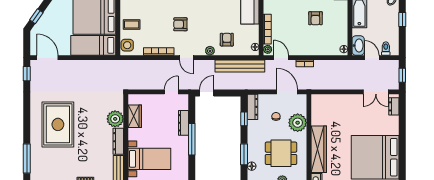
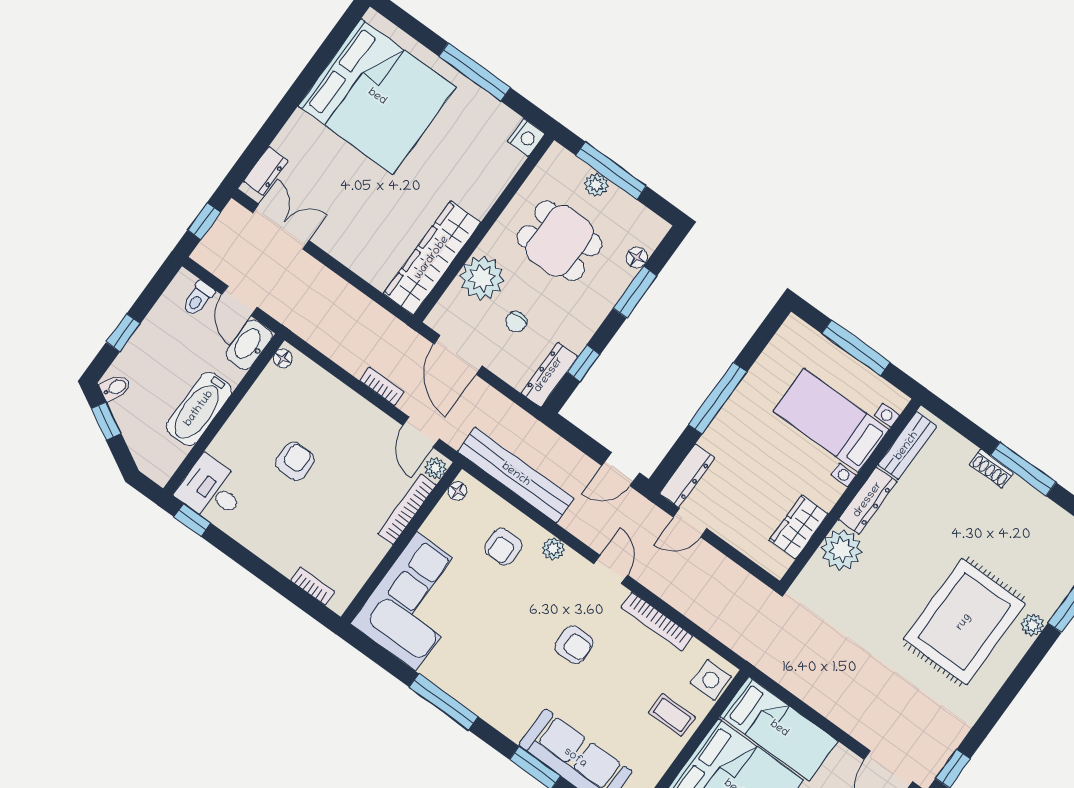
dresser: (183, 123) -> (687, 476), moved
plant: (35, 140) -> (1032, 625), added
wardrobe: (319, 149) -> (432, 258), moved

